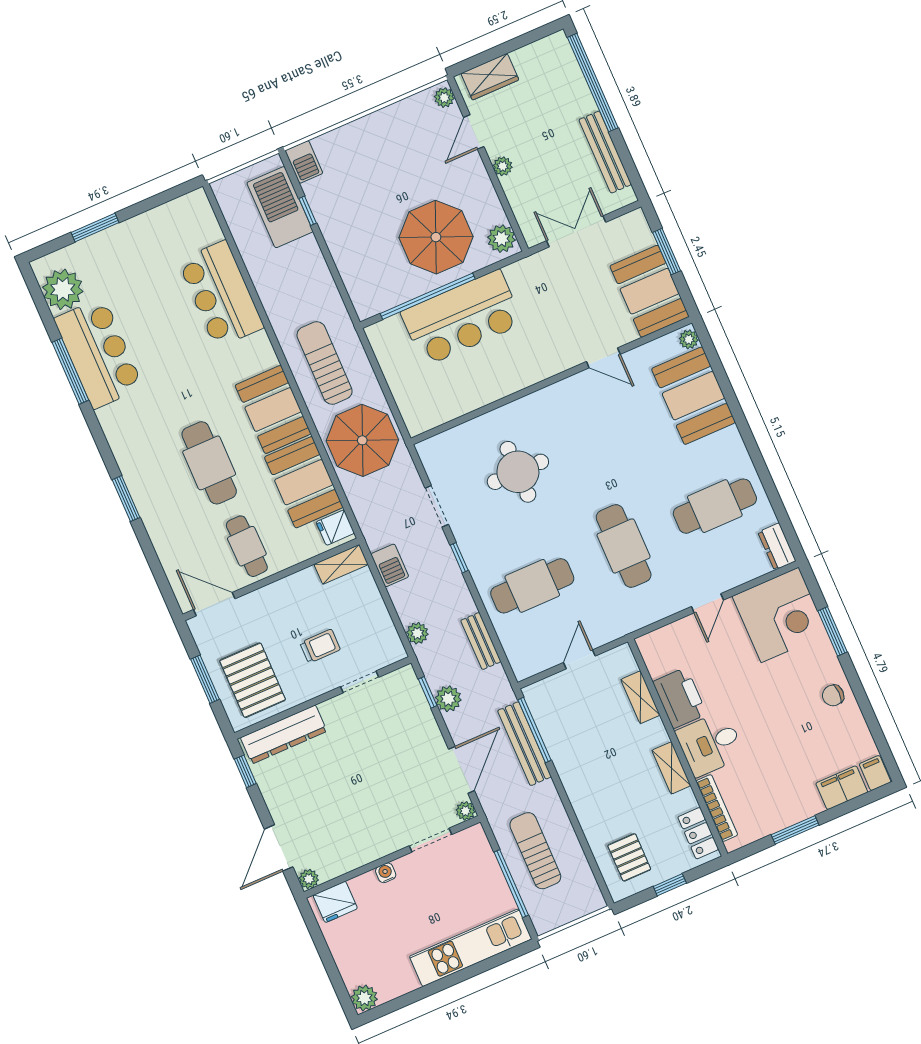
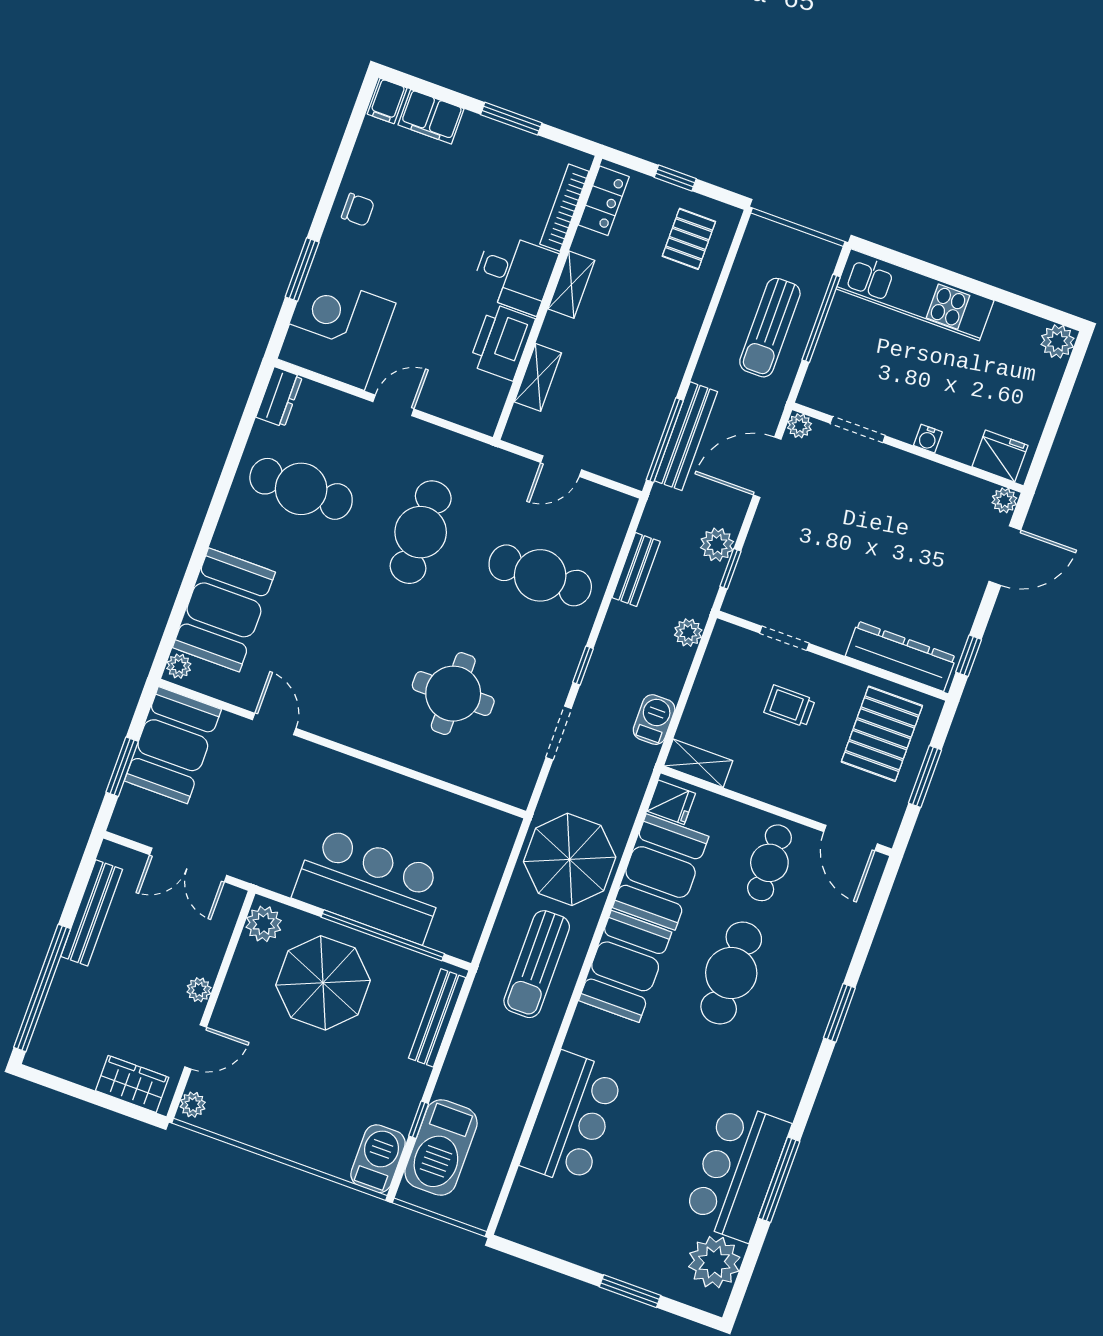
barbecue: (304, 162) -> (378, 1159), width x1.38, depth x1.27
bench: (352, 279) -> (437, 1018), added

